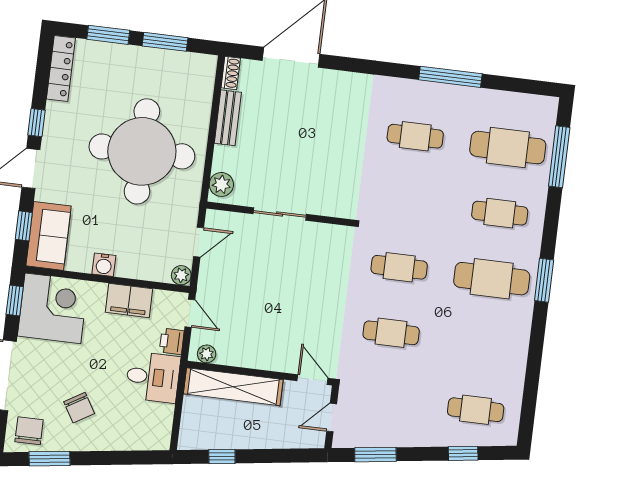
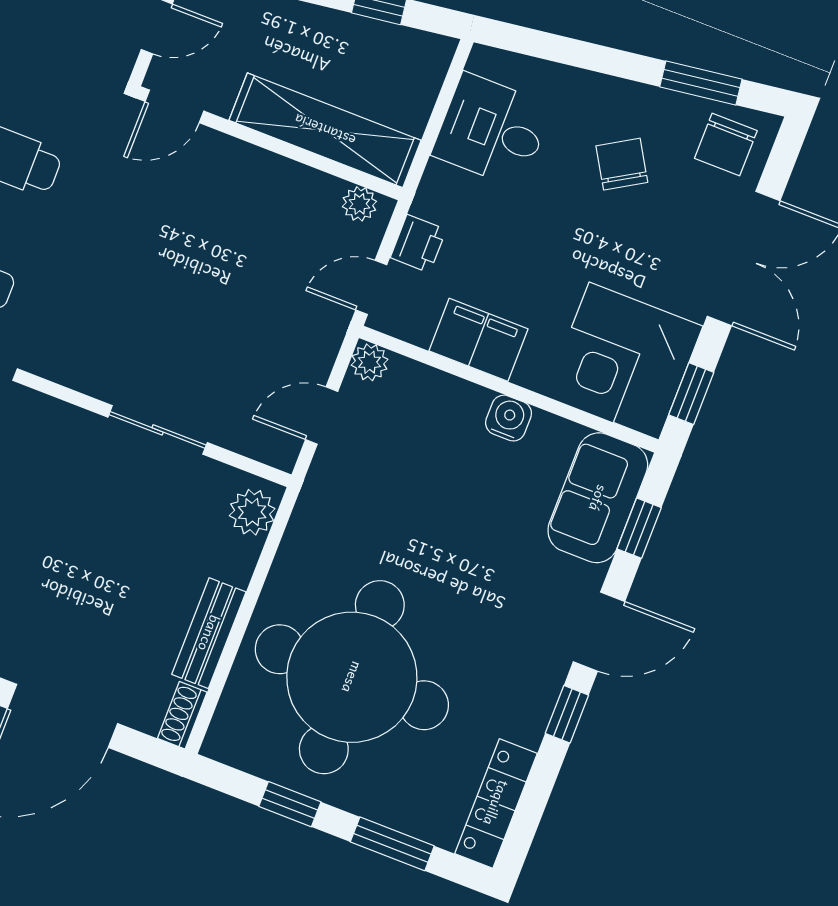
window: (165, 42) -> (290, 804), width x0.67
round table: (142, 151) -> (352, 677), moved
door: (190, 313) -> (371, 287), hinge flipped
desk: (153, 377) -> (492, 130), moved
door: (313, 380) -> (174, 106), hinge flipped

